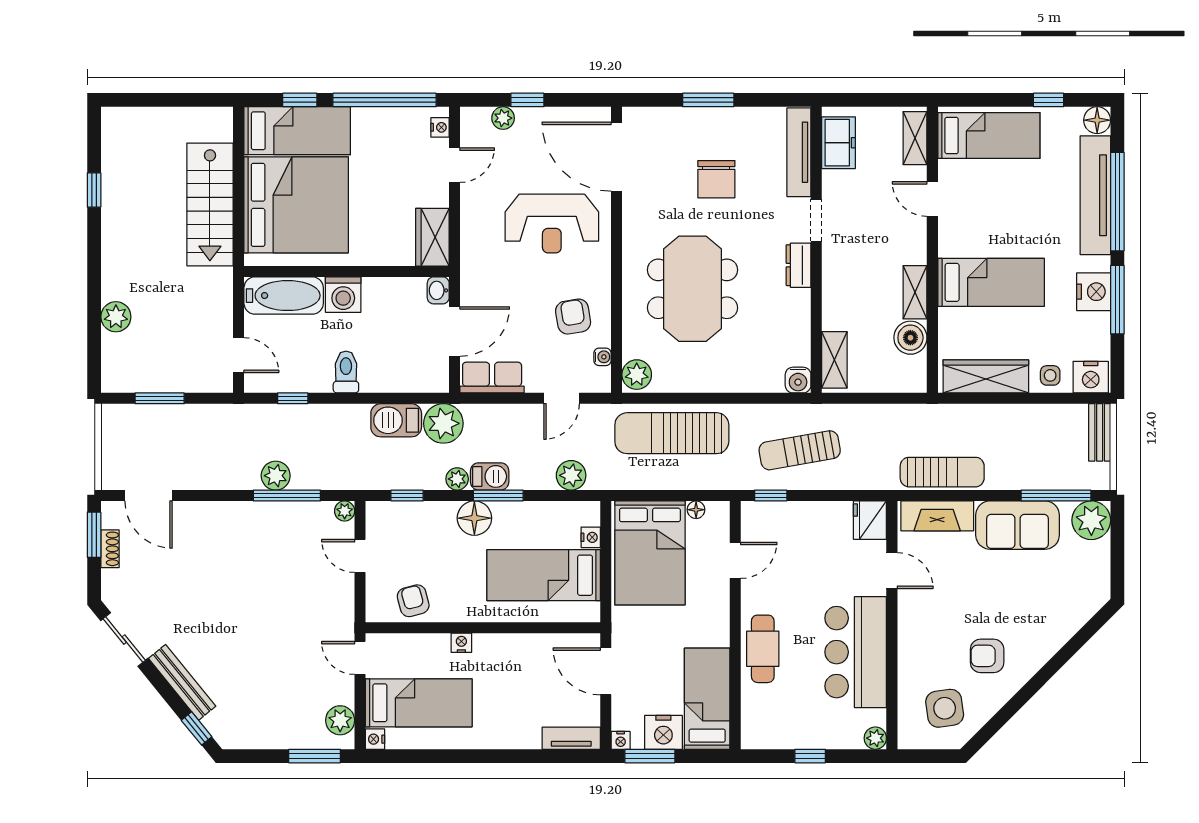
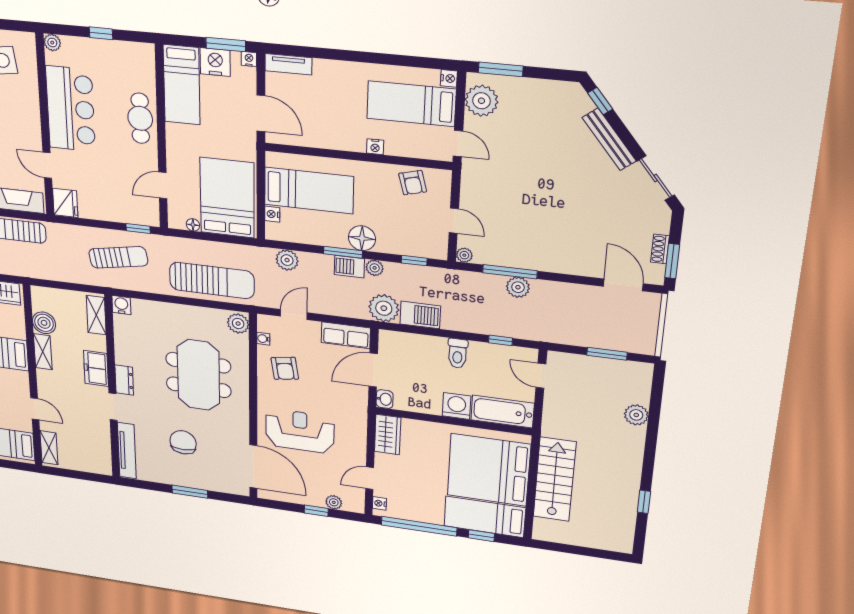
freezer: (839, 143) -> (96, 368), moved
plant: (340, 720) -> (481, 101), width x1.36, depth x1.36

